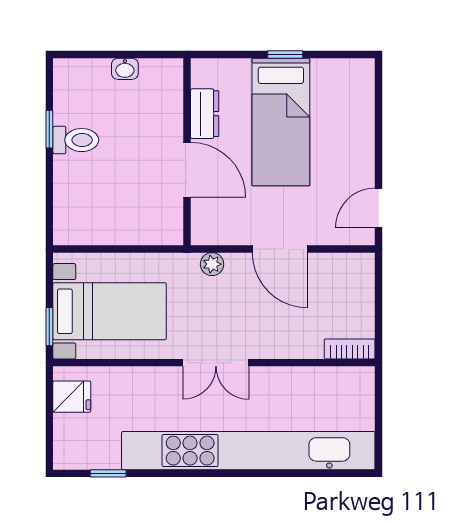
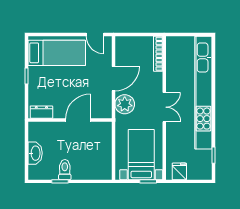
washbasin: (125, 69) -> (35, 153), width x1.91, depth x1.45
dresser: (205, 114) -> (41, 112), moved
bed: (281, 122) -> (57, 53), moved
plant: (212, 264) -> (125, 104), width x1.88, depth x1.88
bookcase: (350, 349) -> (158, 54), width x1.56

